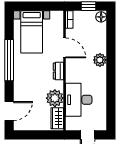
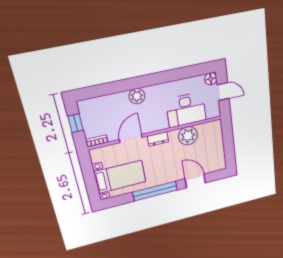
floor lamp: (101, 17) -> (211, 79), moved
door: (9, 111) -> (195, 181), moved
wardrobe: (57, 118) -> (209, 128), removed

